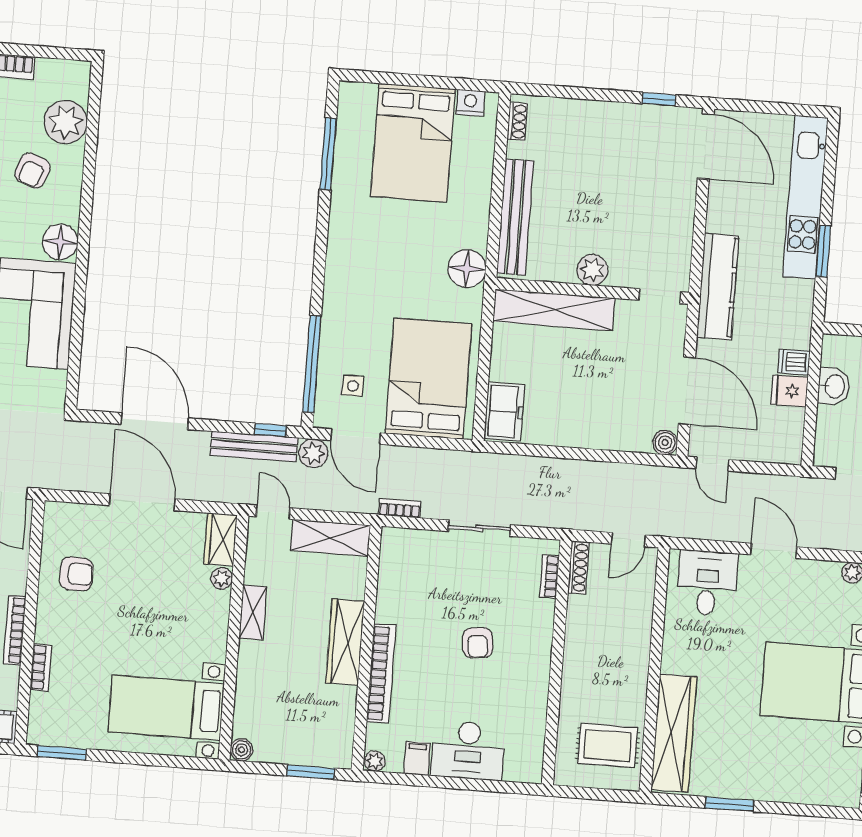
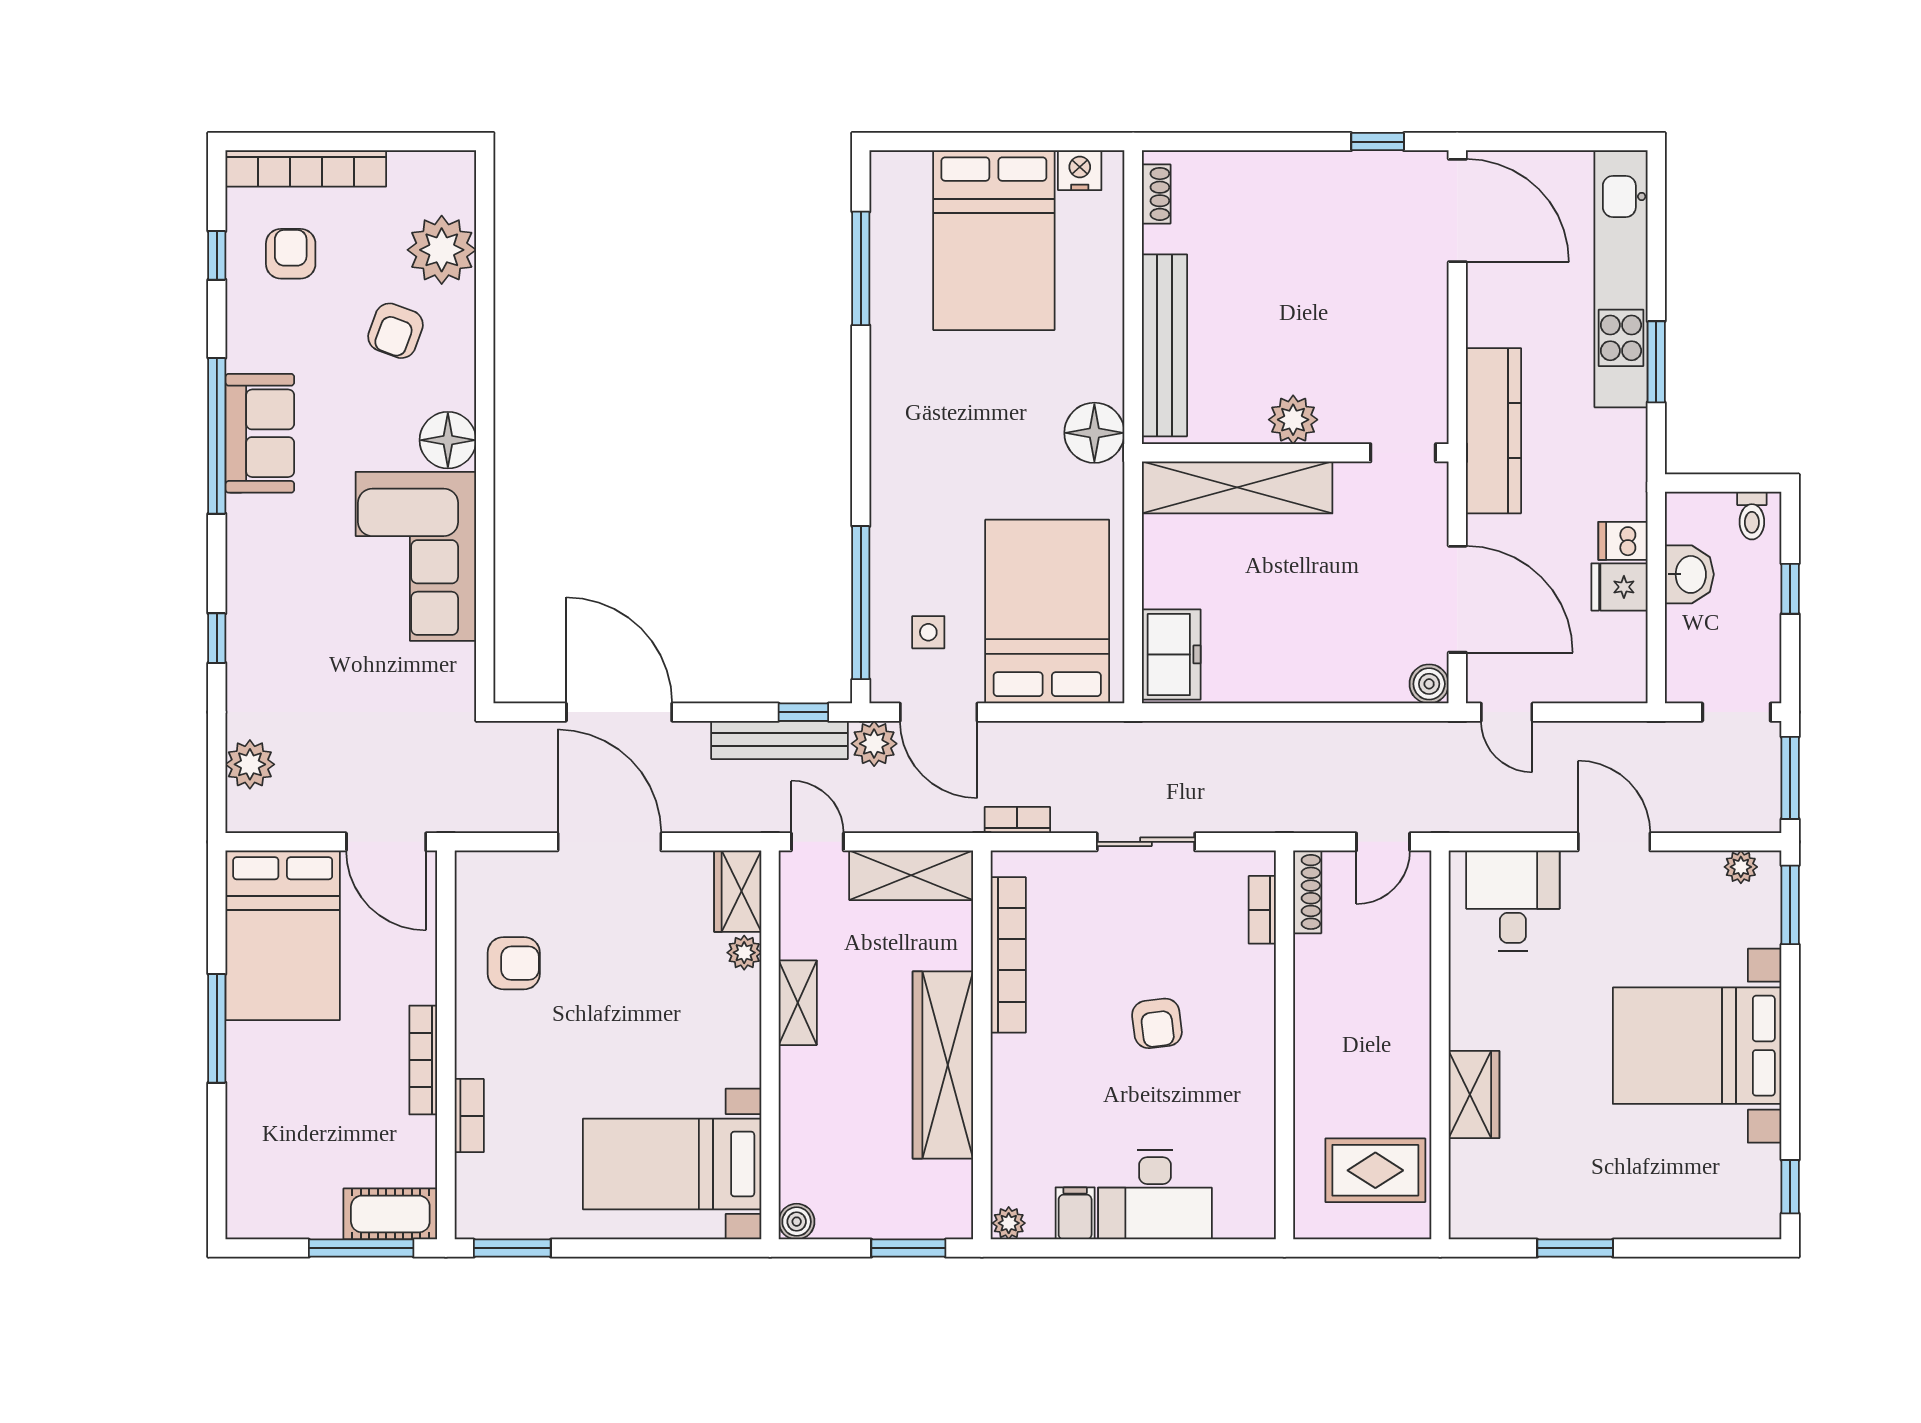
wardrobe: (345, 642) -> (943, 1065), width x1.40, depth x1.17
bookcase: (381, 674) -> (1008, 955), moved
wardrobe: (674, 733) -> (1474, 1095), width x0.48, depth x0.85

